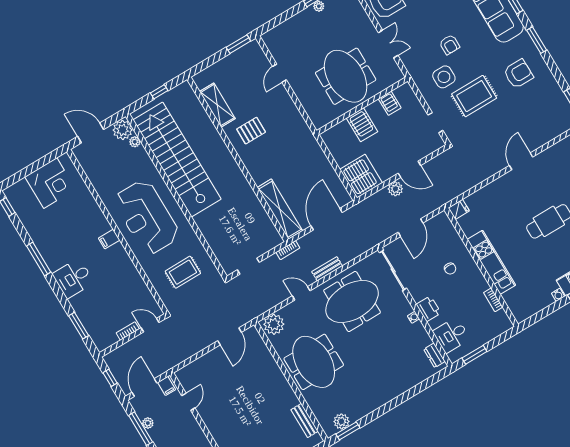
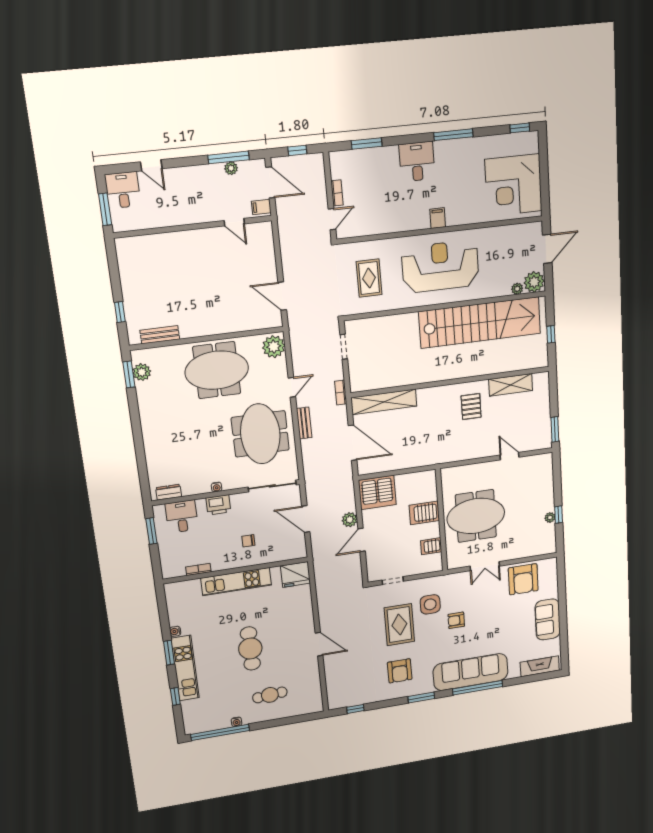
corner desk: (50, 183) -> (514, 185), width x1.36, depth x1.36
fridge: (459, 209) -> (295, 574), width x1.88, depth x1.34

